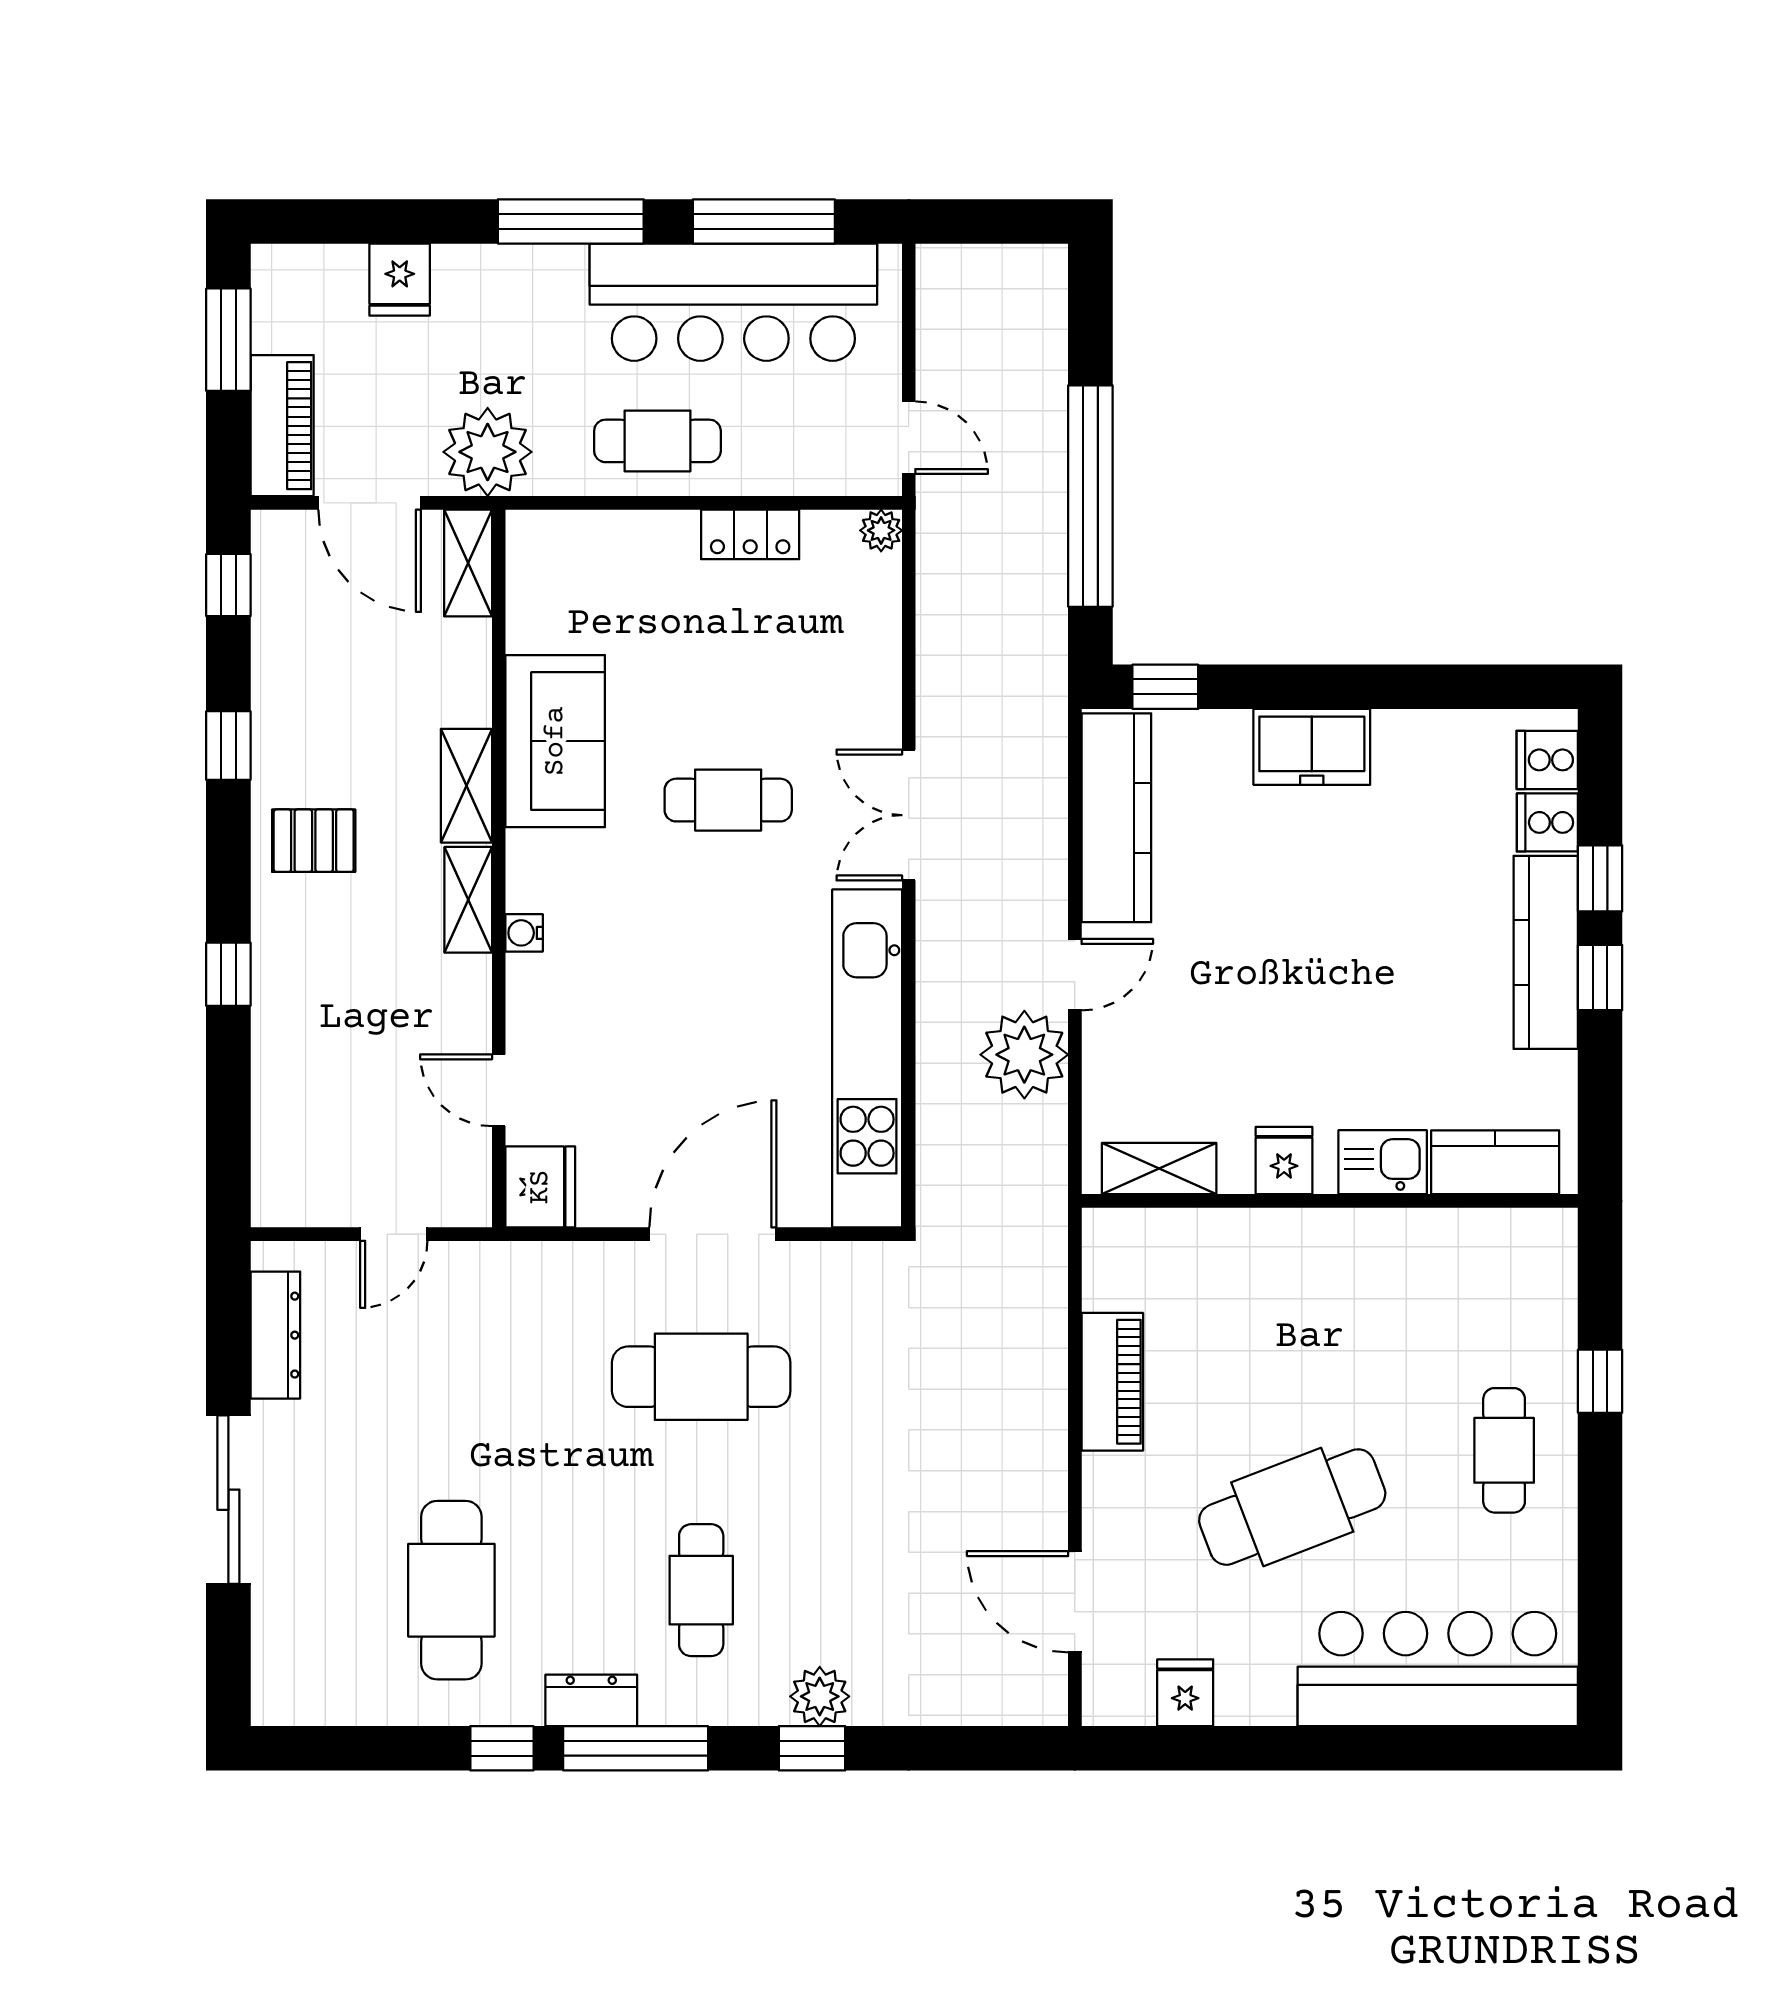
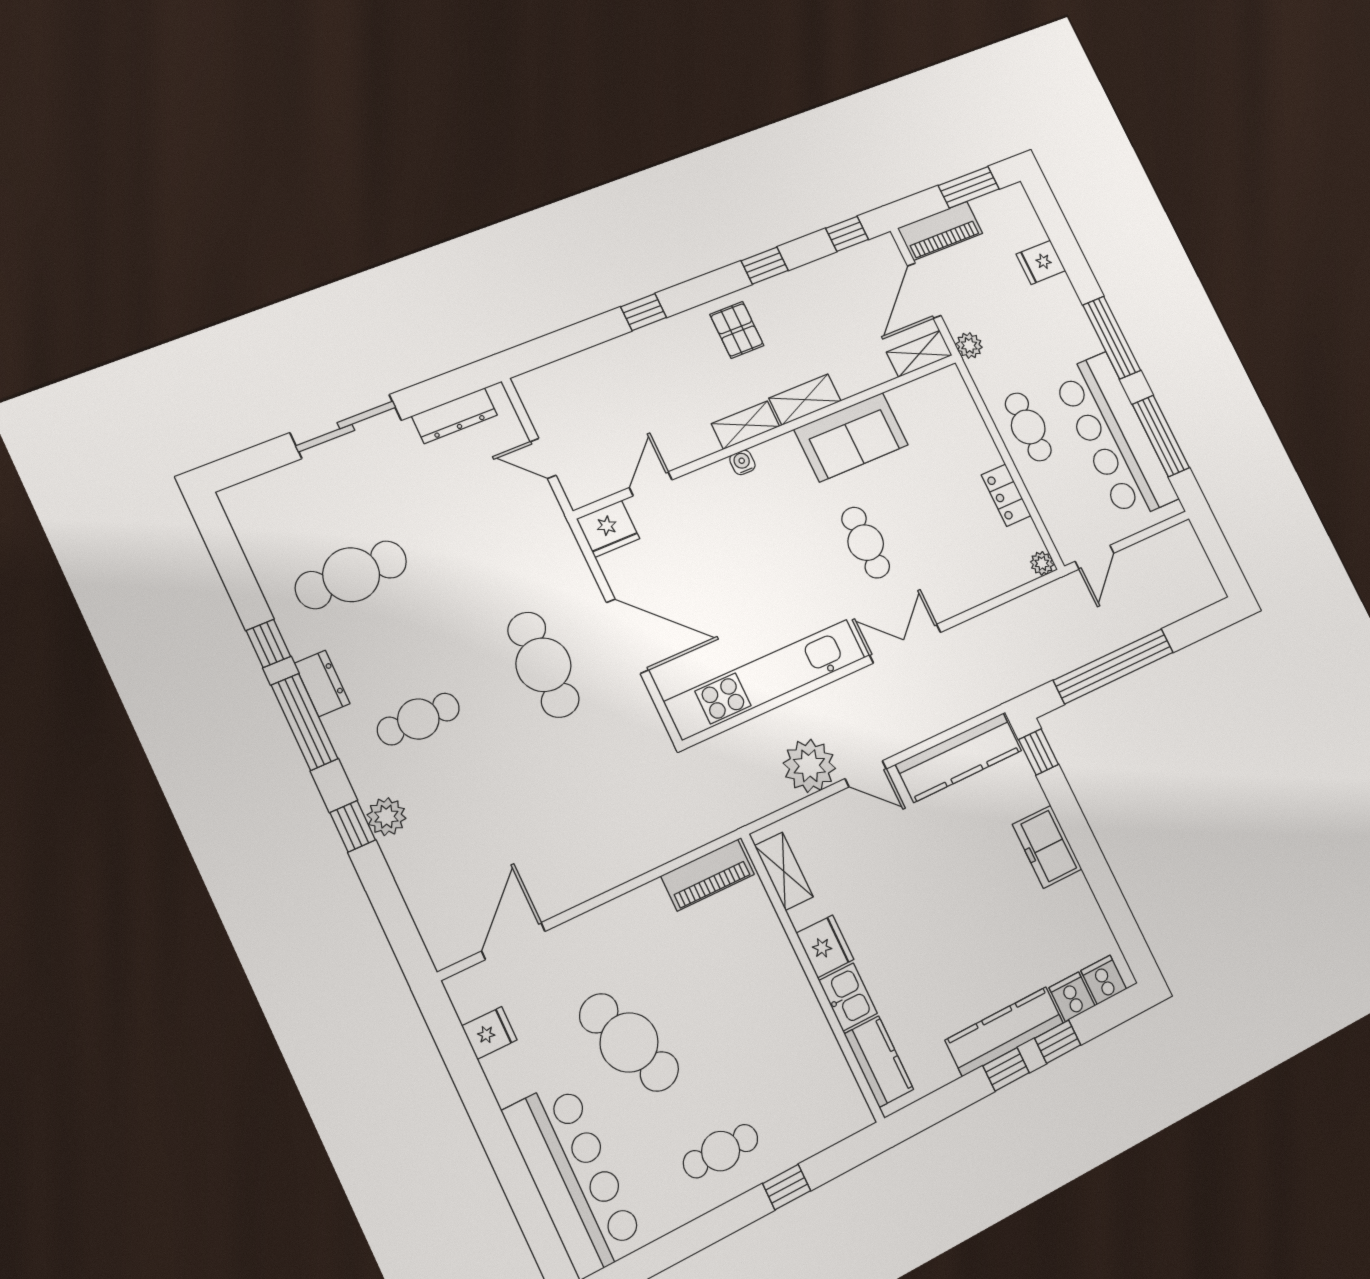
plant: (488, 452) -> (969, 345), width x0.53, depth x0.53
fridge: (1284, 1161) -> (825, 946), width x1.38
piano: (1112, 1382) -> (708, 875), moved

